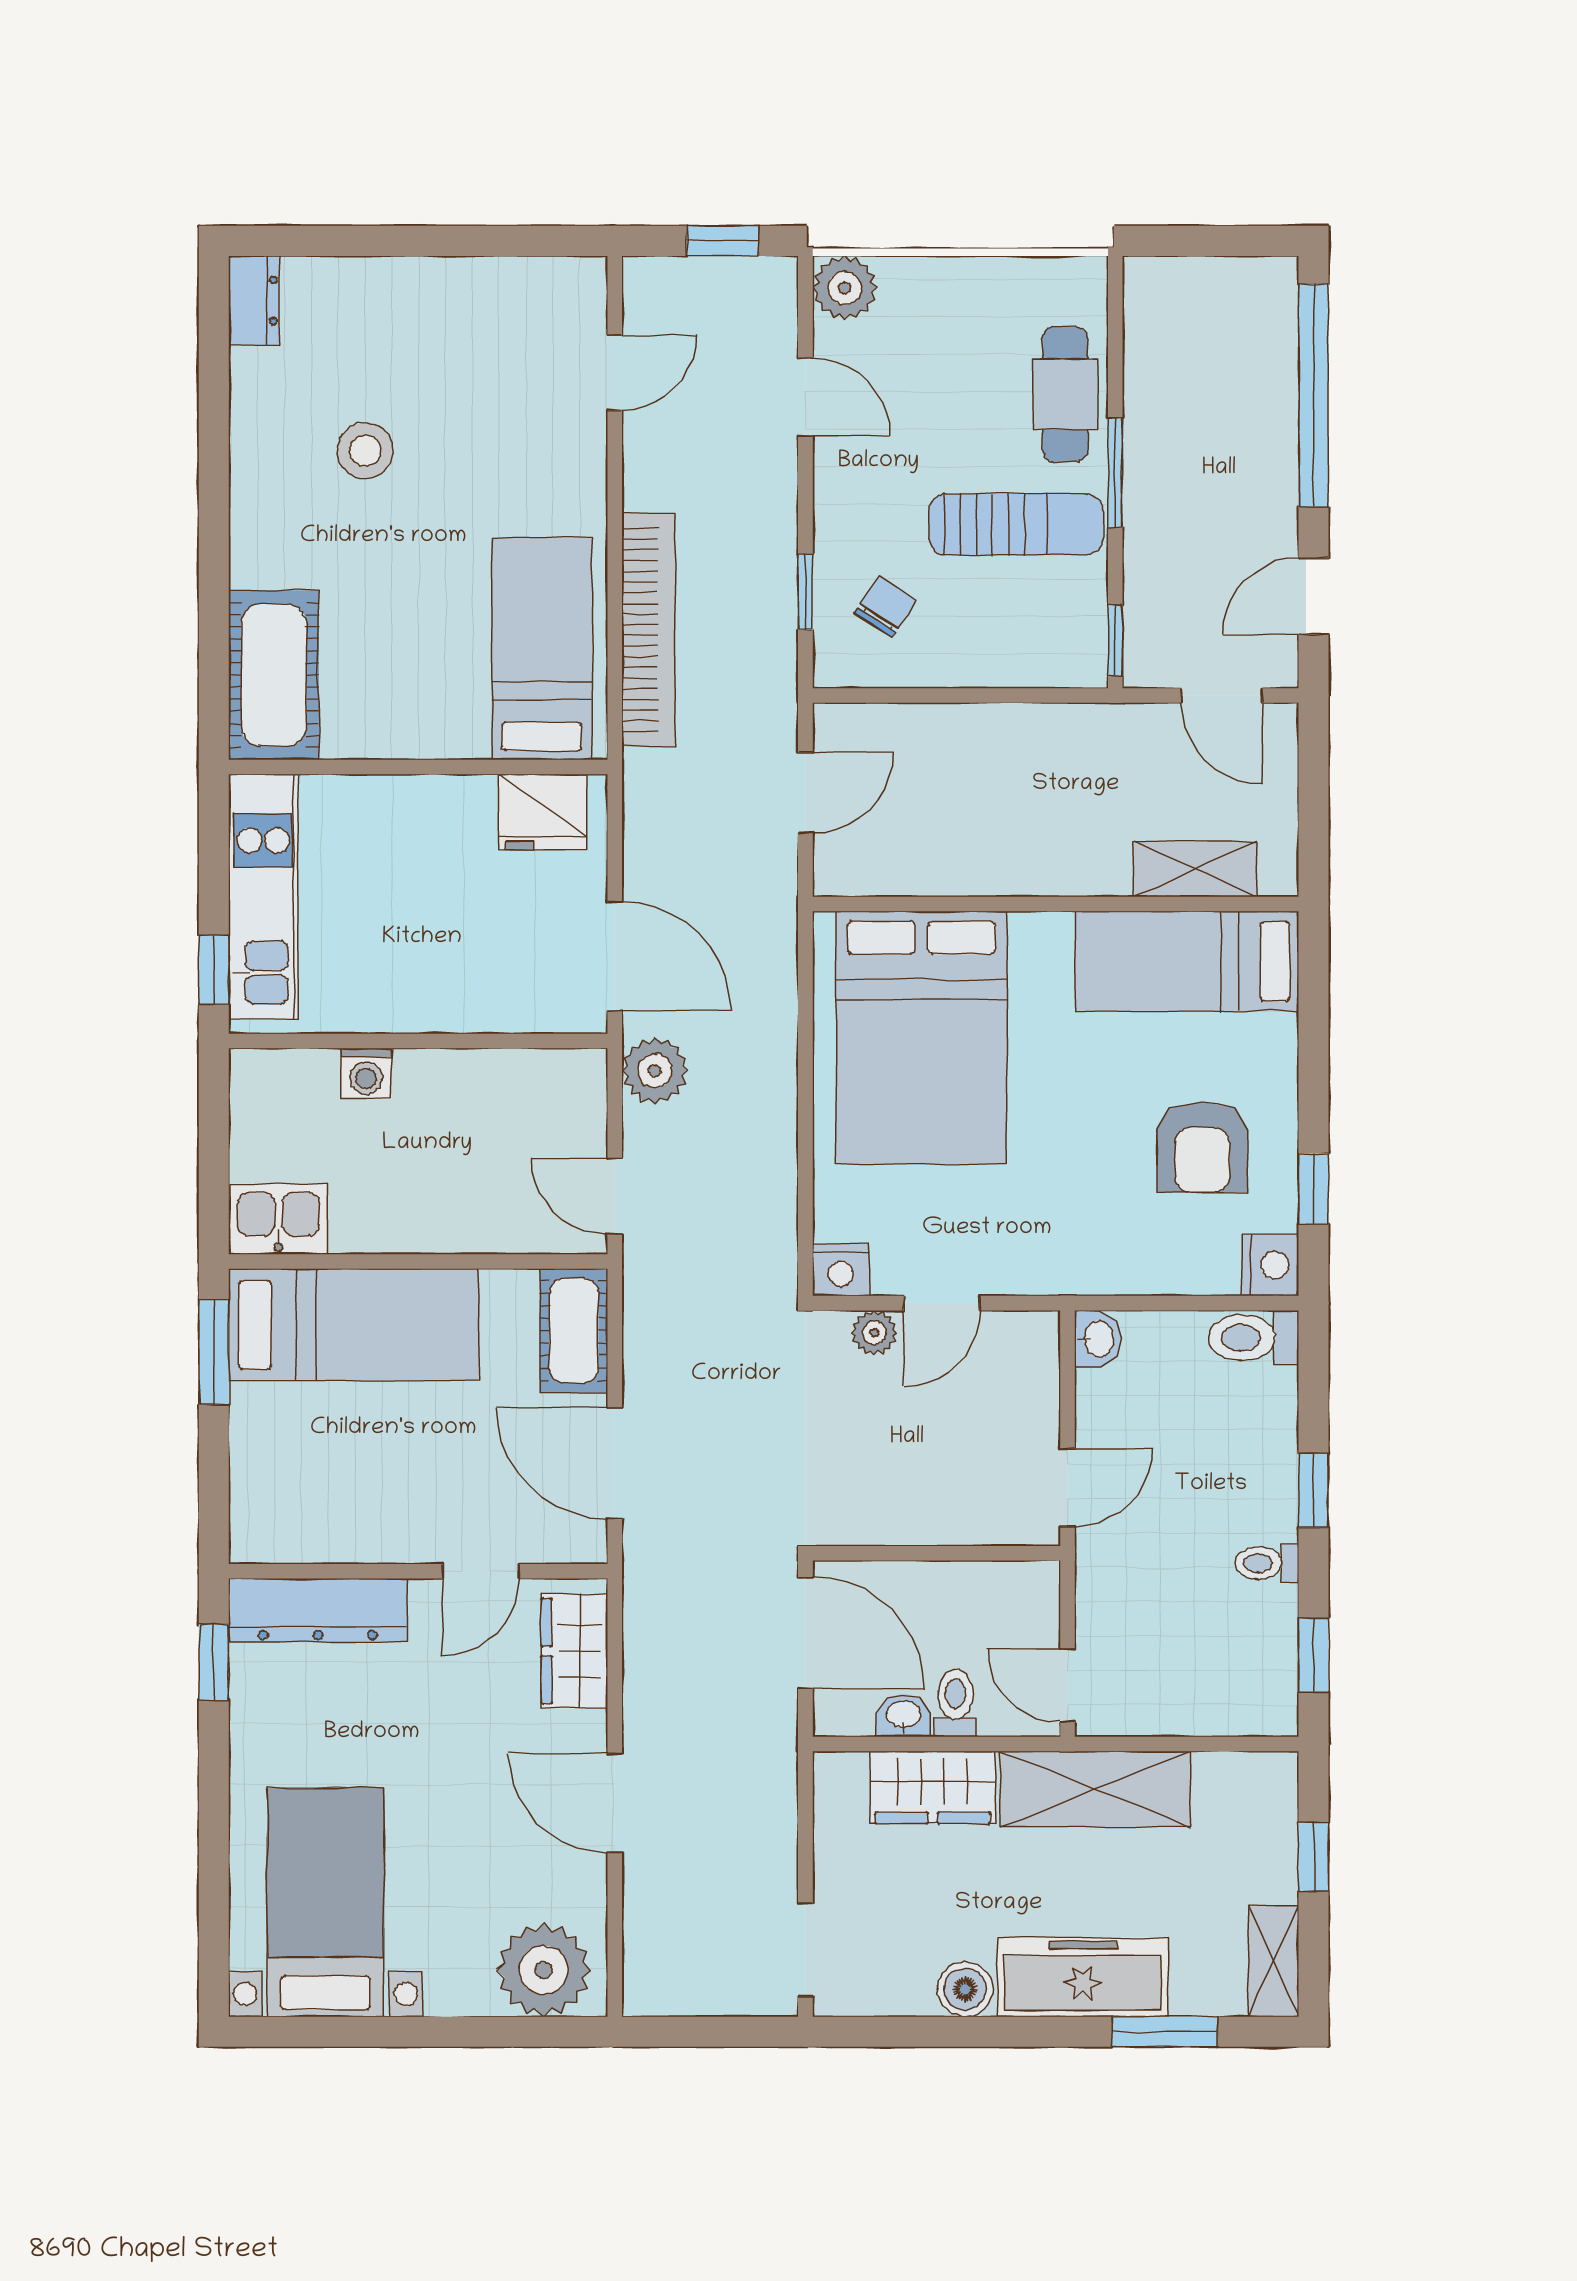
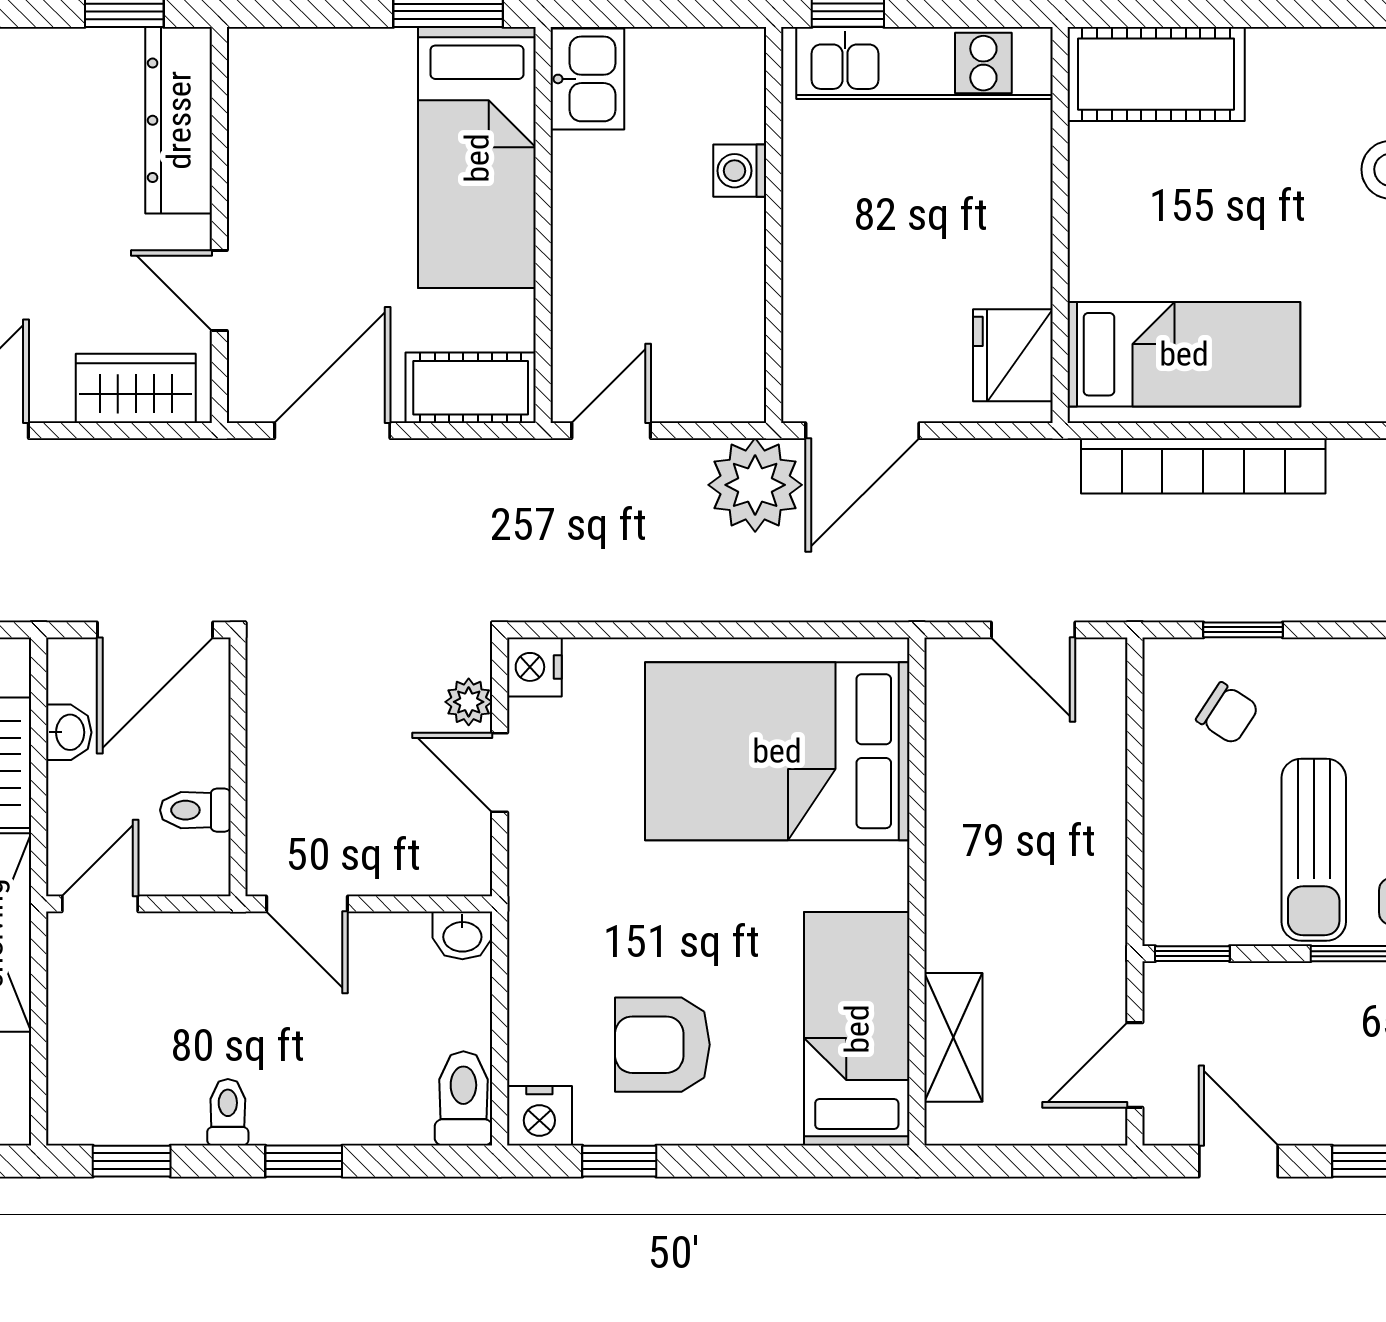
plant: (655, 1071) -> (755, 485), width x1.36, depth x1.36
toilet: (956, 1703) -> (195, 810), moved, turned 180

